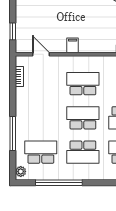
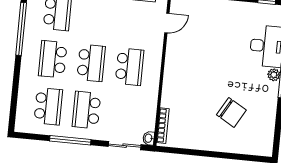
filing cabinet: (73, 45) -> (173, 59), removed

